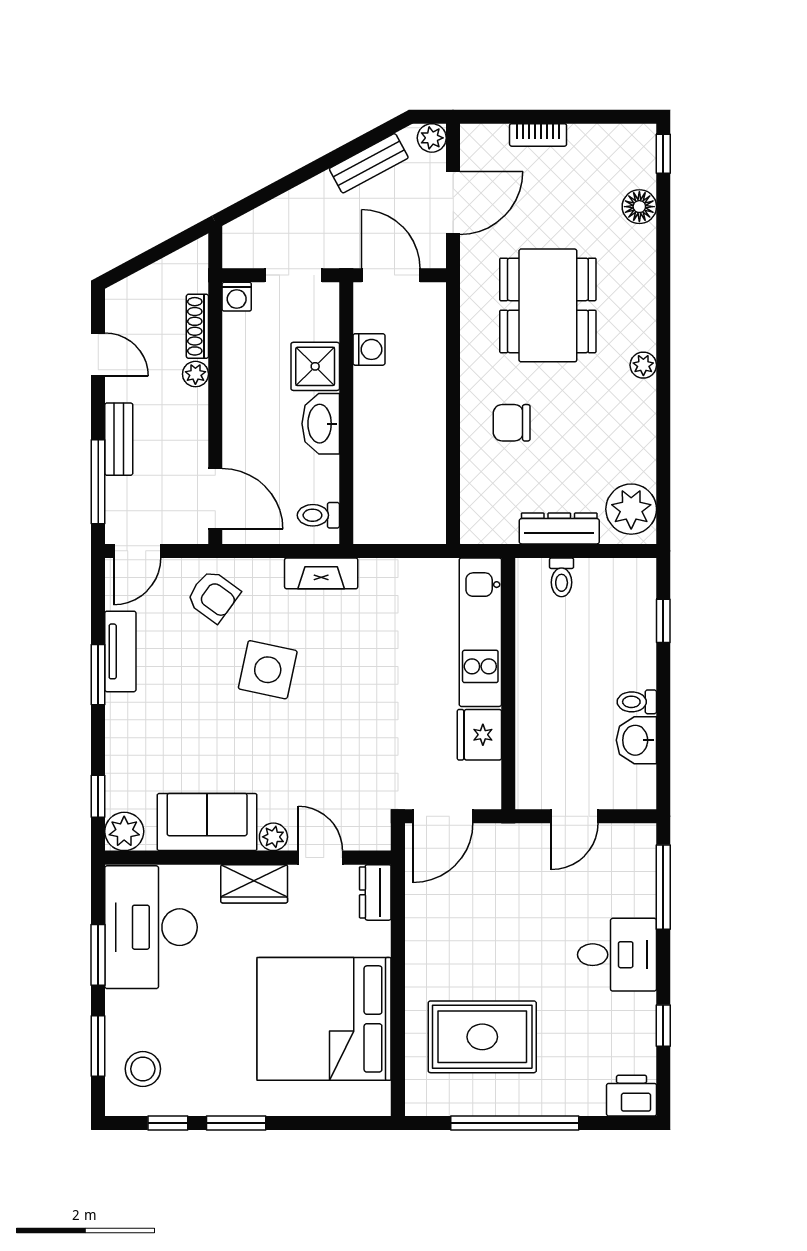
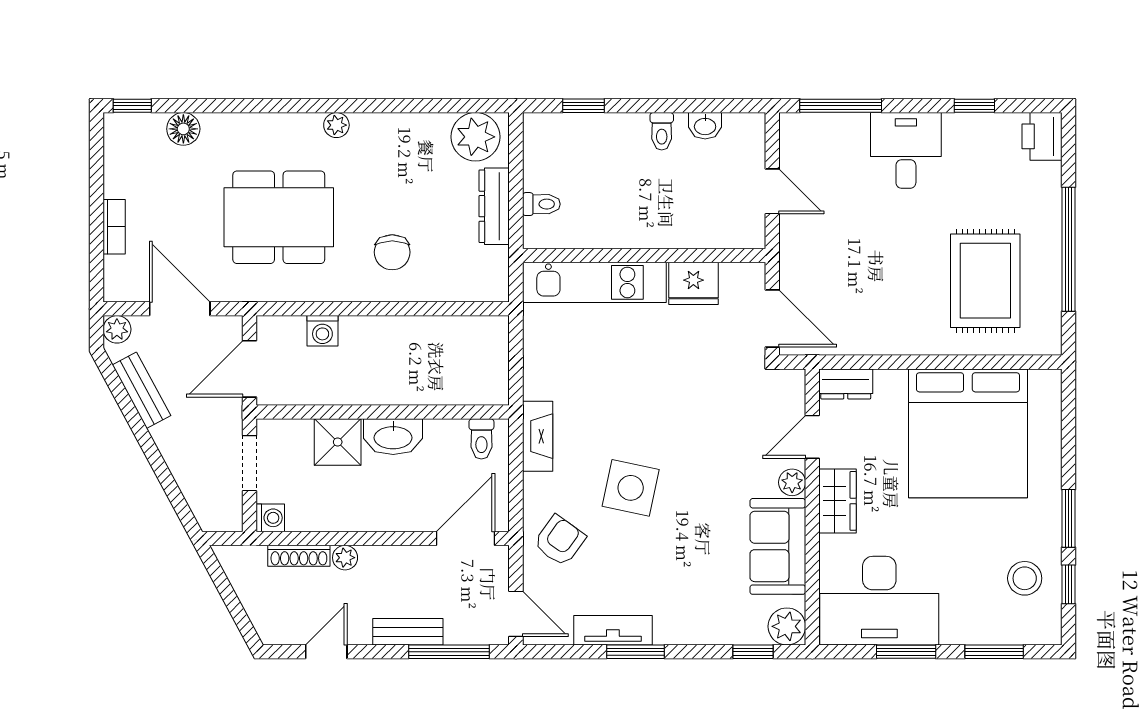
washing machine: (369, 349) -> (322, 331), moved, turned 180
washbasin: (636, 740) -> (705, 126), width x0.72, depth x0.69
stool: (143, 1069) -> (1025, 578), moved

